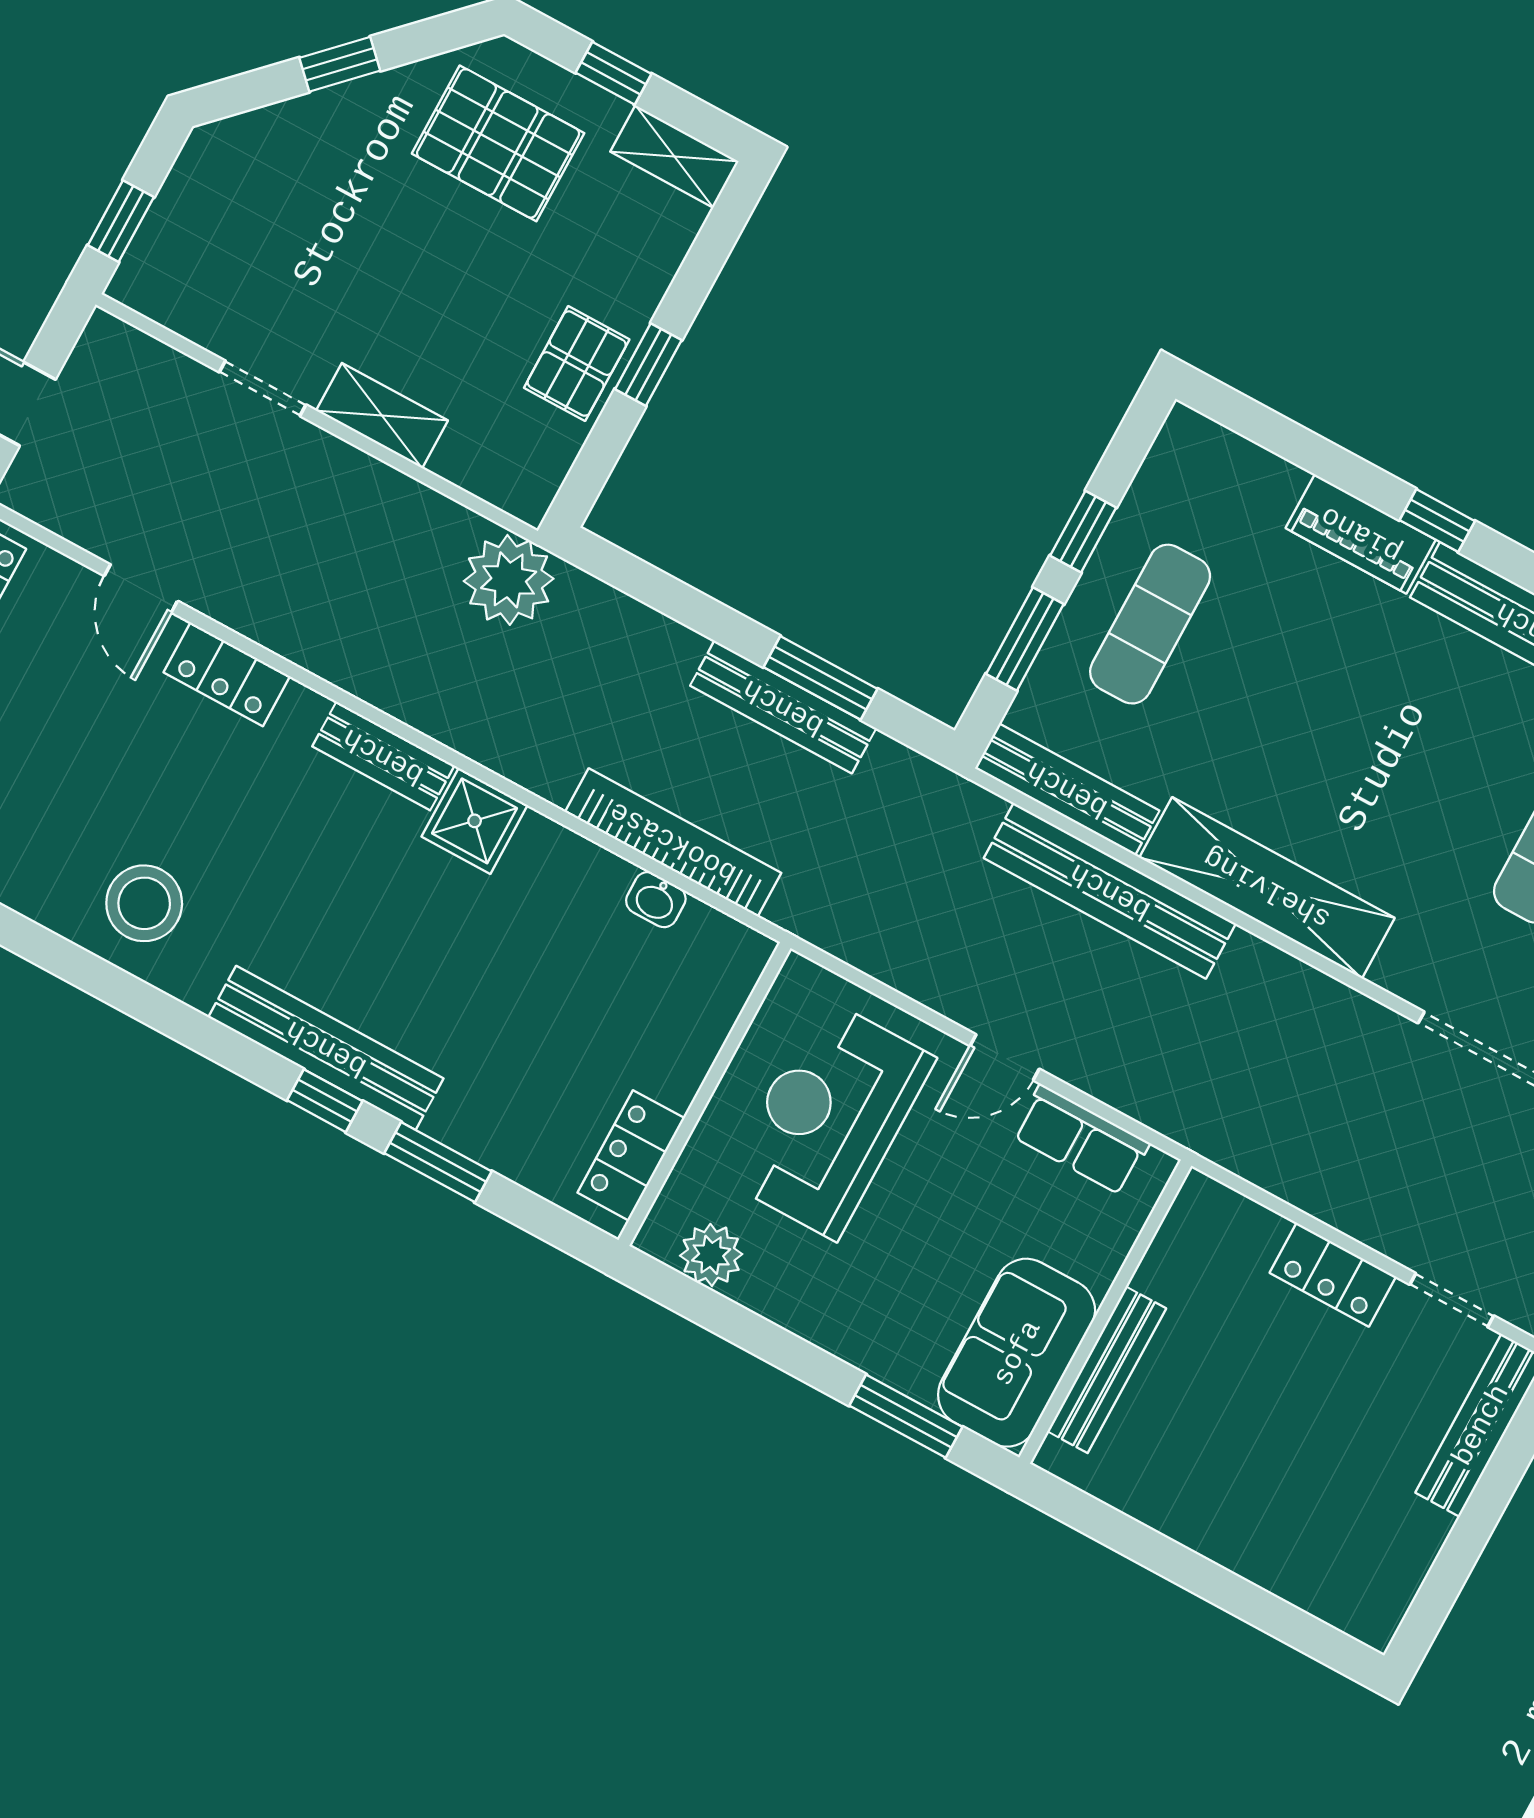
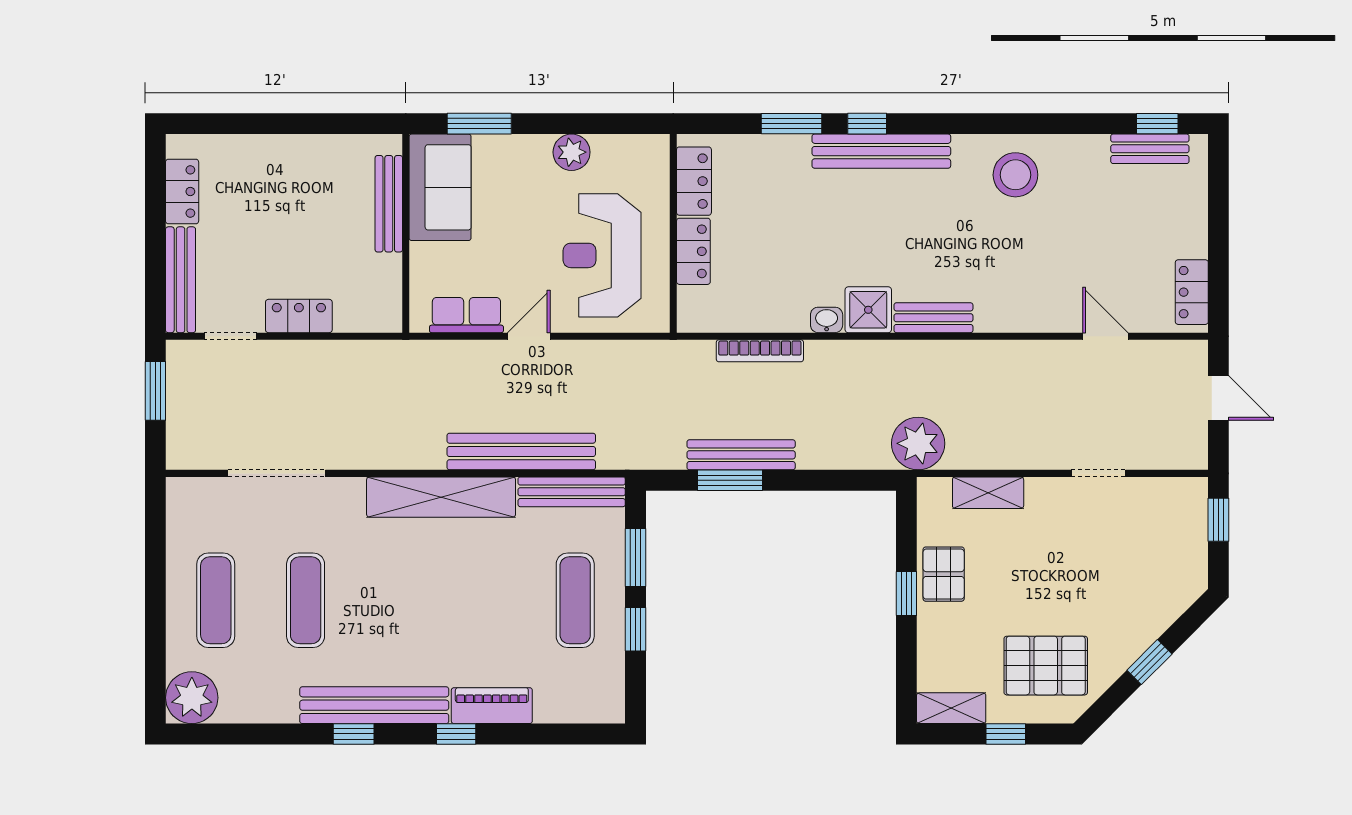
shelving: (382, 416) -> (988, 493), moved
locker: (227, 674) -> (693, 251), moved, turned 90
bookcase: (673, 842) -> (760, 351), width x0.68, depth x0.76
washbasin: (656, 900) -> (827, 320), moved
reception desk: (829, 1119) -> (602, 255), turned 180
plant: (711, 1255) -> (572, 152), moved
locker: (1406, 1556) -> (182, 192), added

